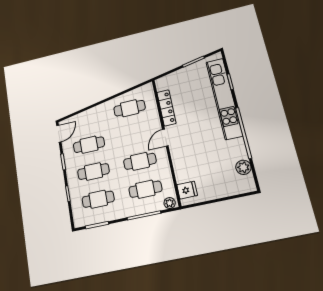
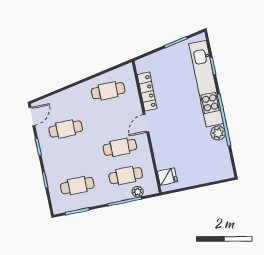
plant: (243, 167) -> (218, 133), moved
cafe table: (93, 172) -> (71, 157), removed
plant: (170, 203) -> (138, 192), moved

